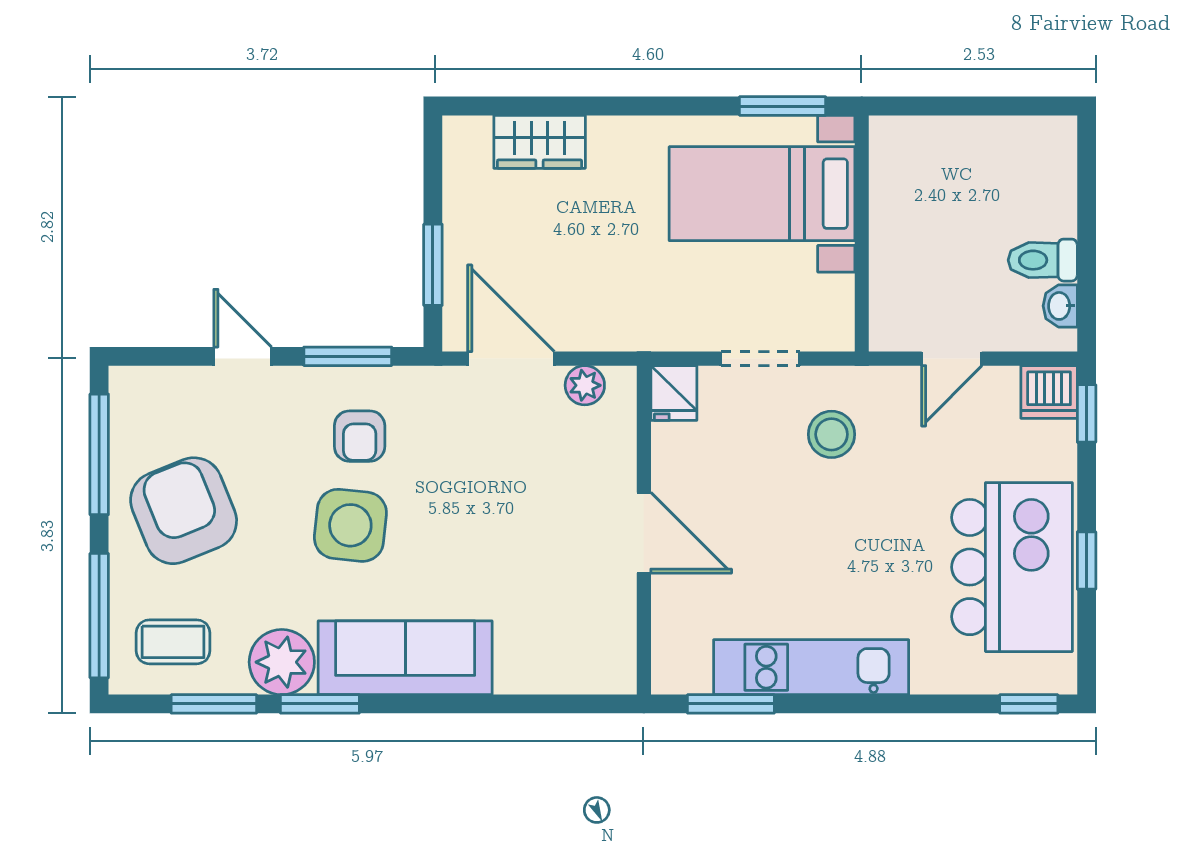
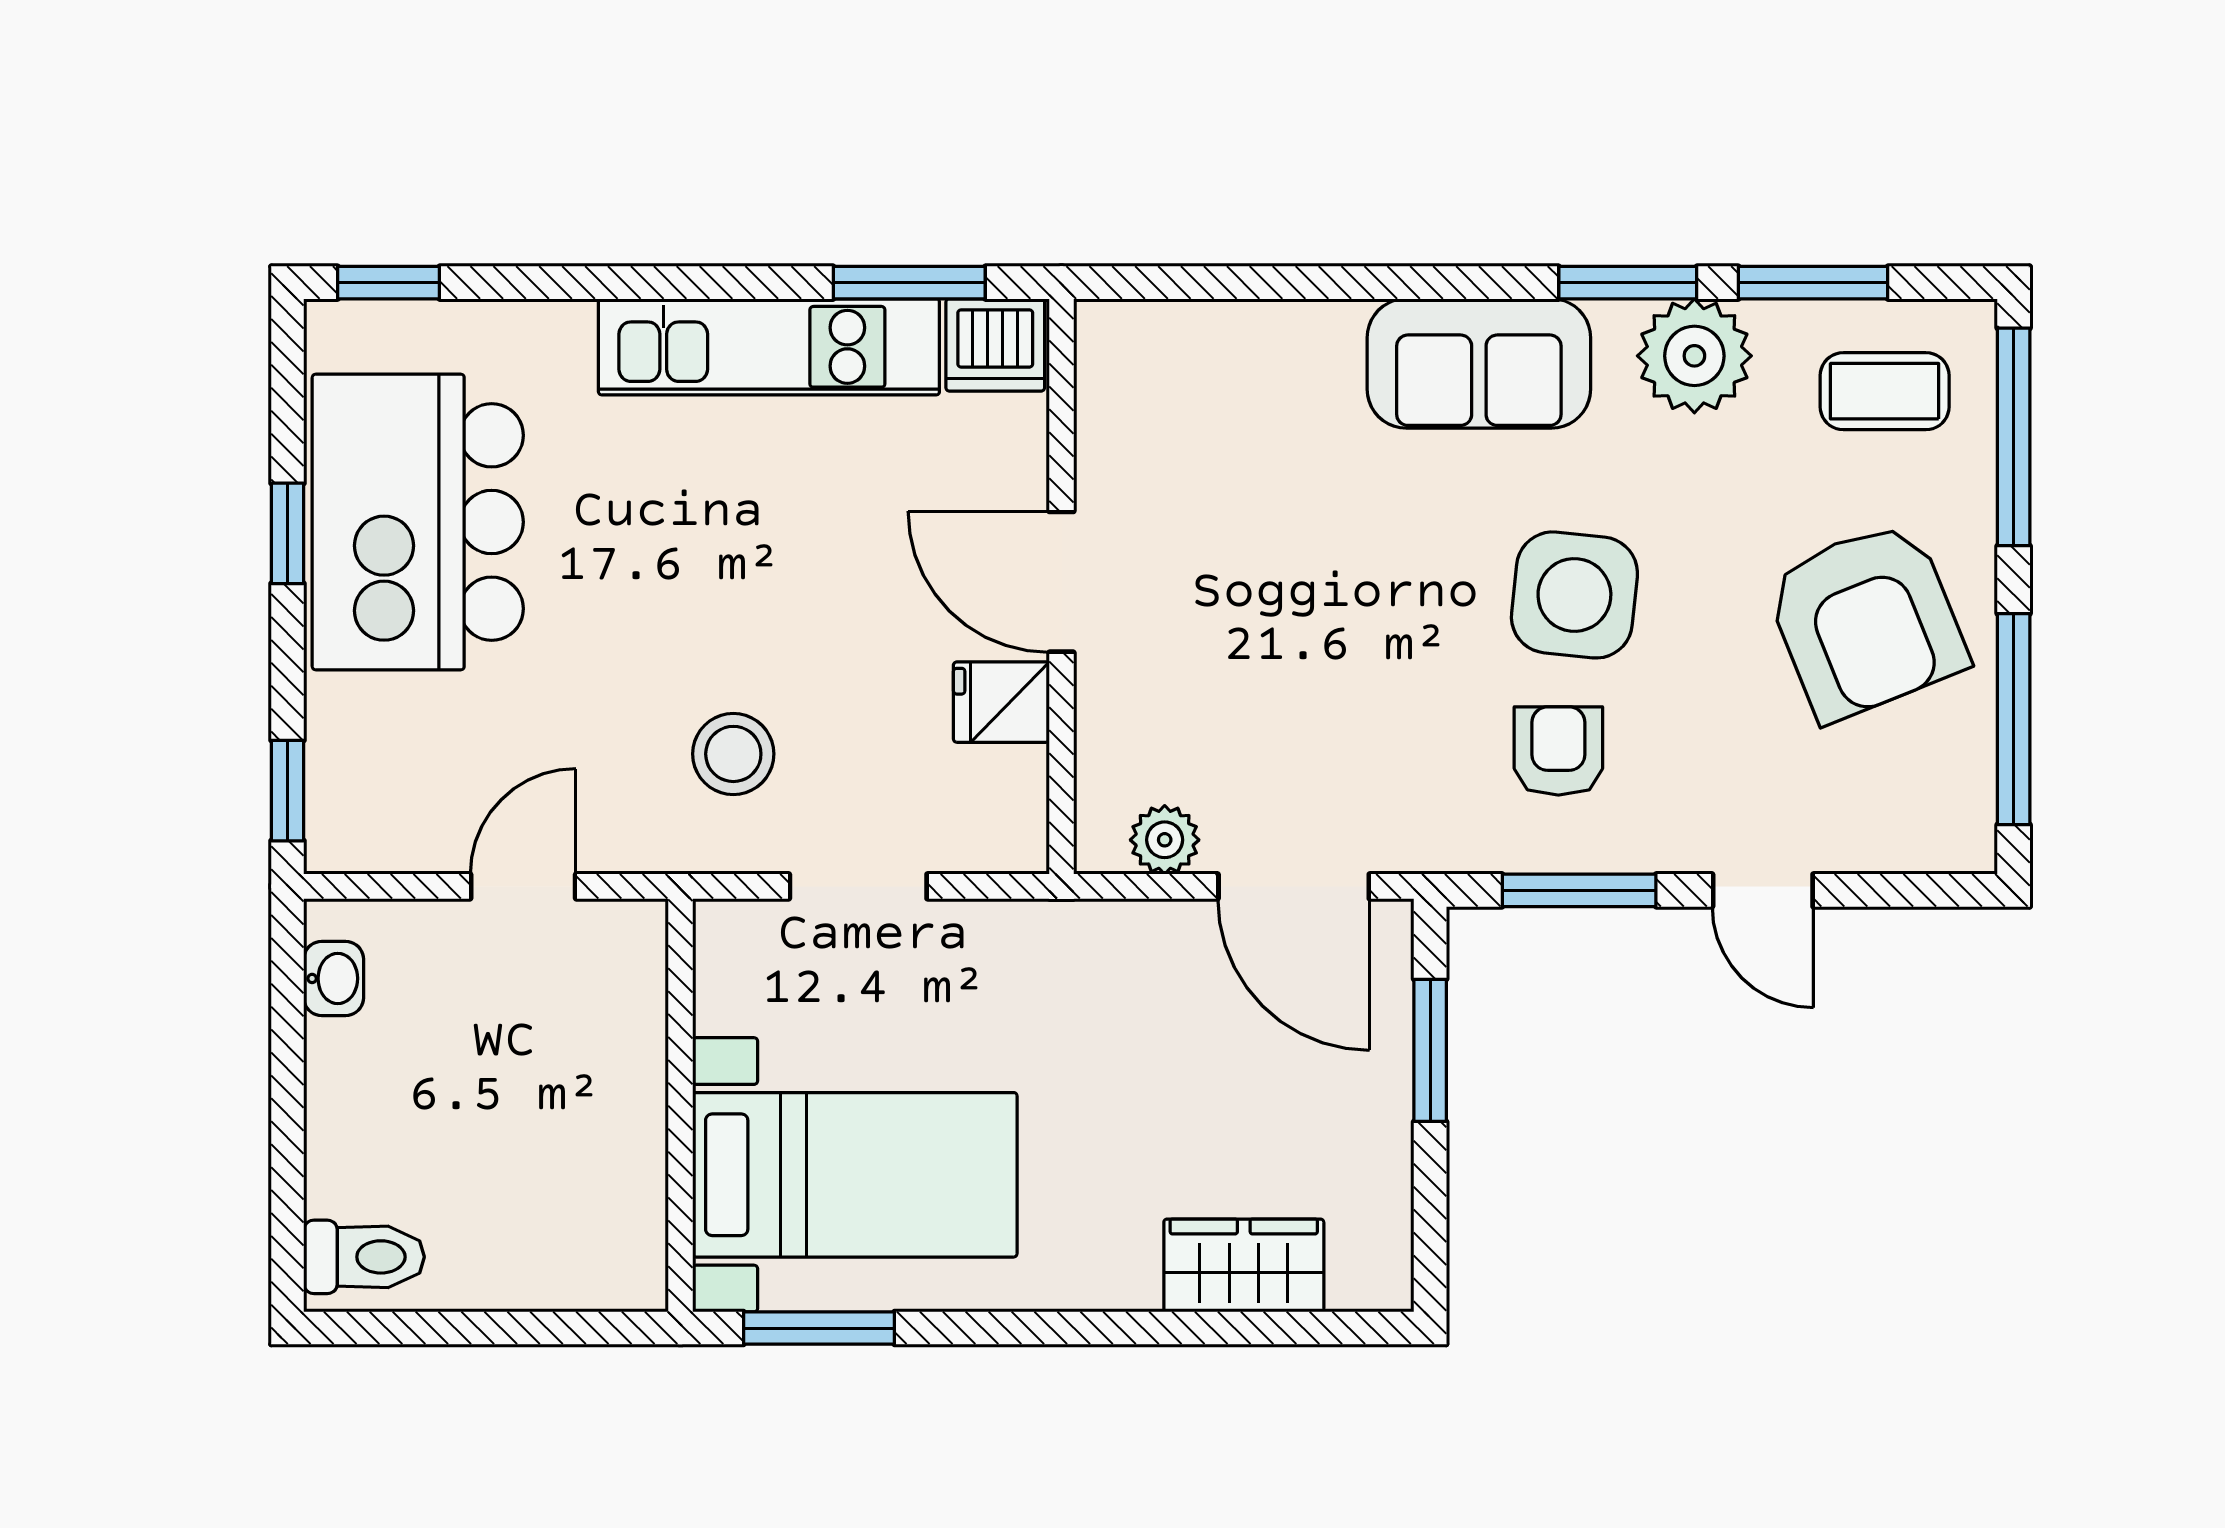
toilet: (1043, 260) -> (364, 1257), moved
dishwasher: (1049, 392) -> (995, 345), moved, turned 180
fridge: (674, 393) -> (1001, 702), moved, turned -90
sofa: (405, 658) -> (1479, 363), width x0.73

